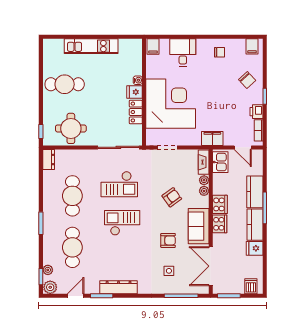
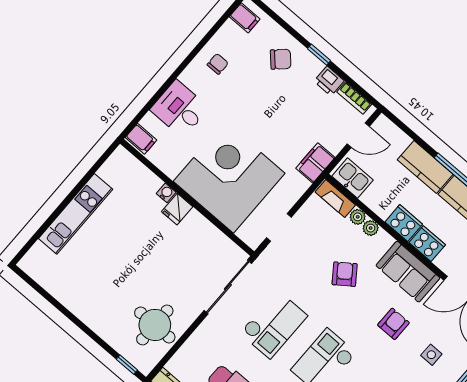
cafe table: (65, 84) -> (94, 286), removed
locker: (136, 112) -> (203, 229), removed

